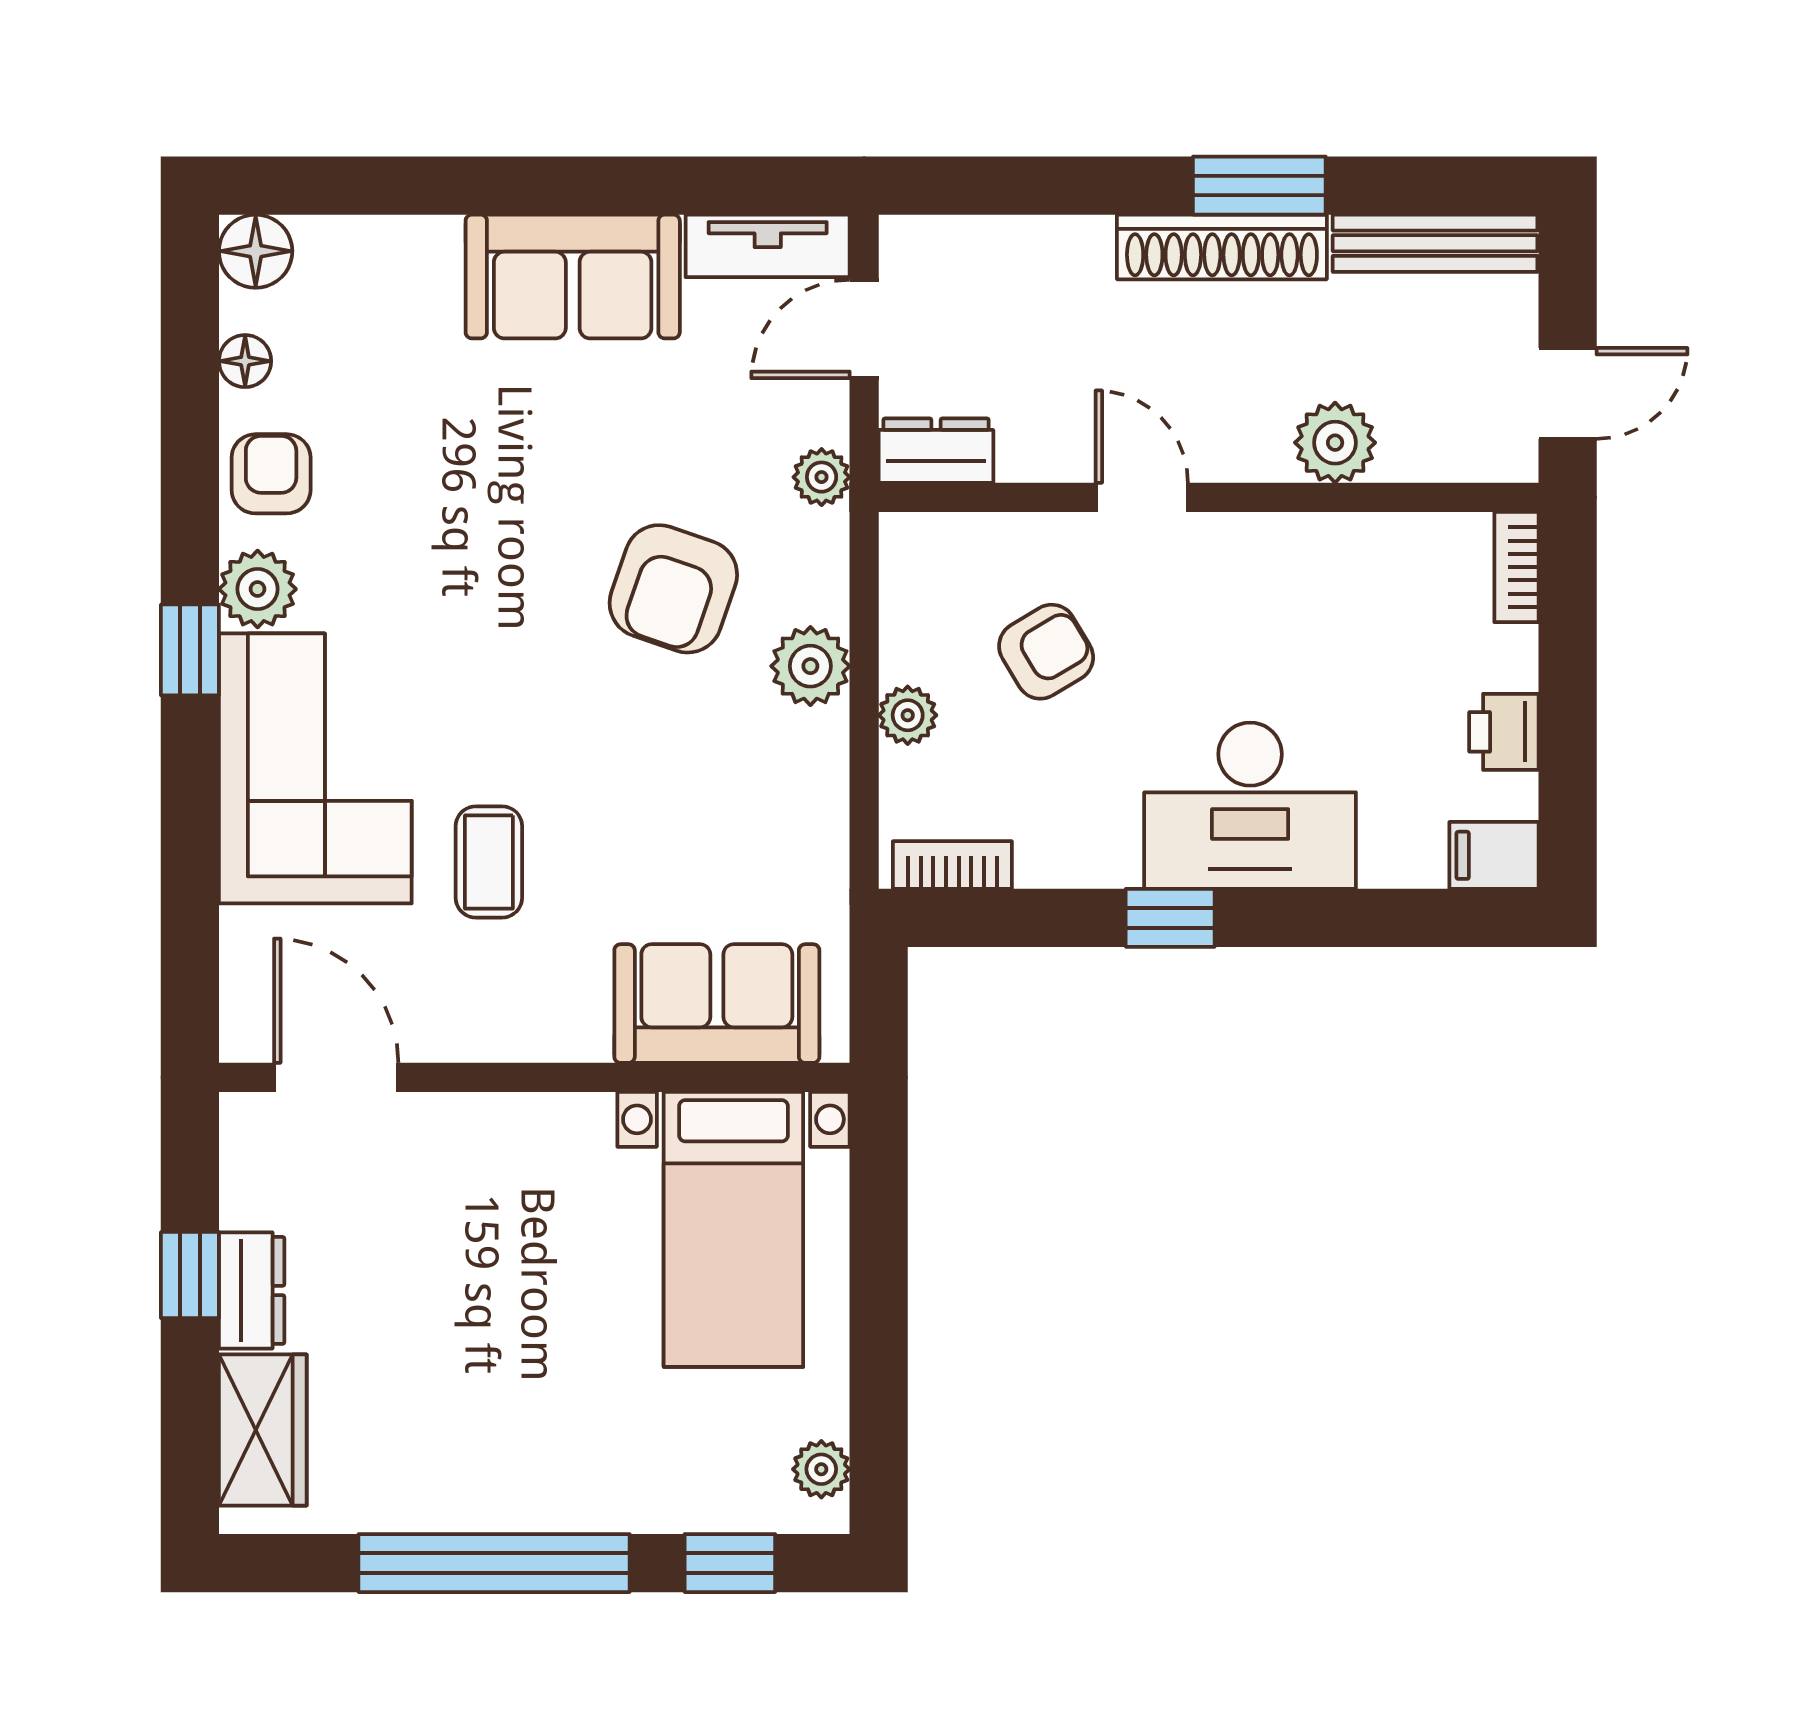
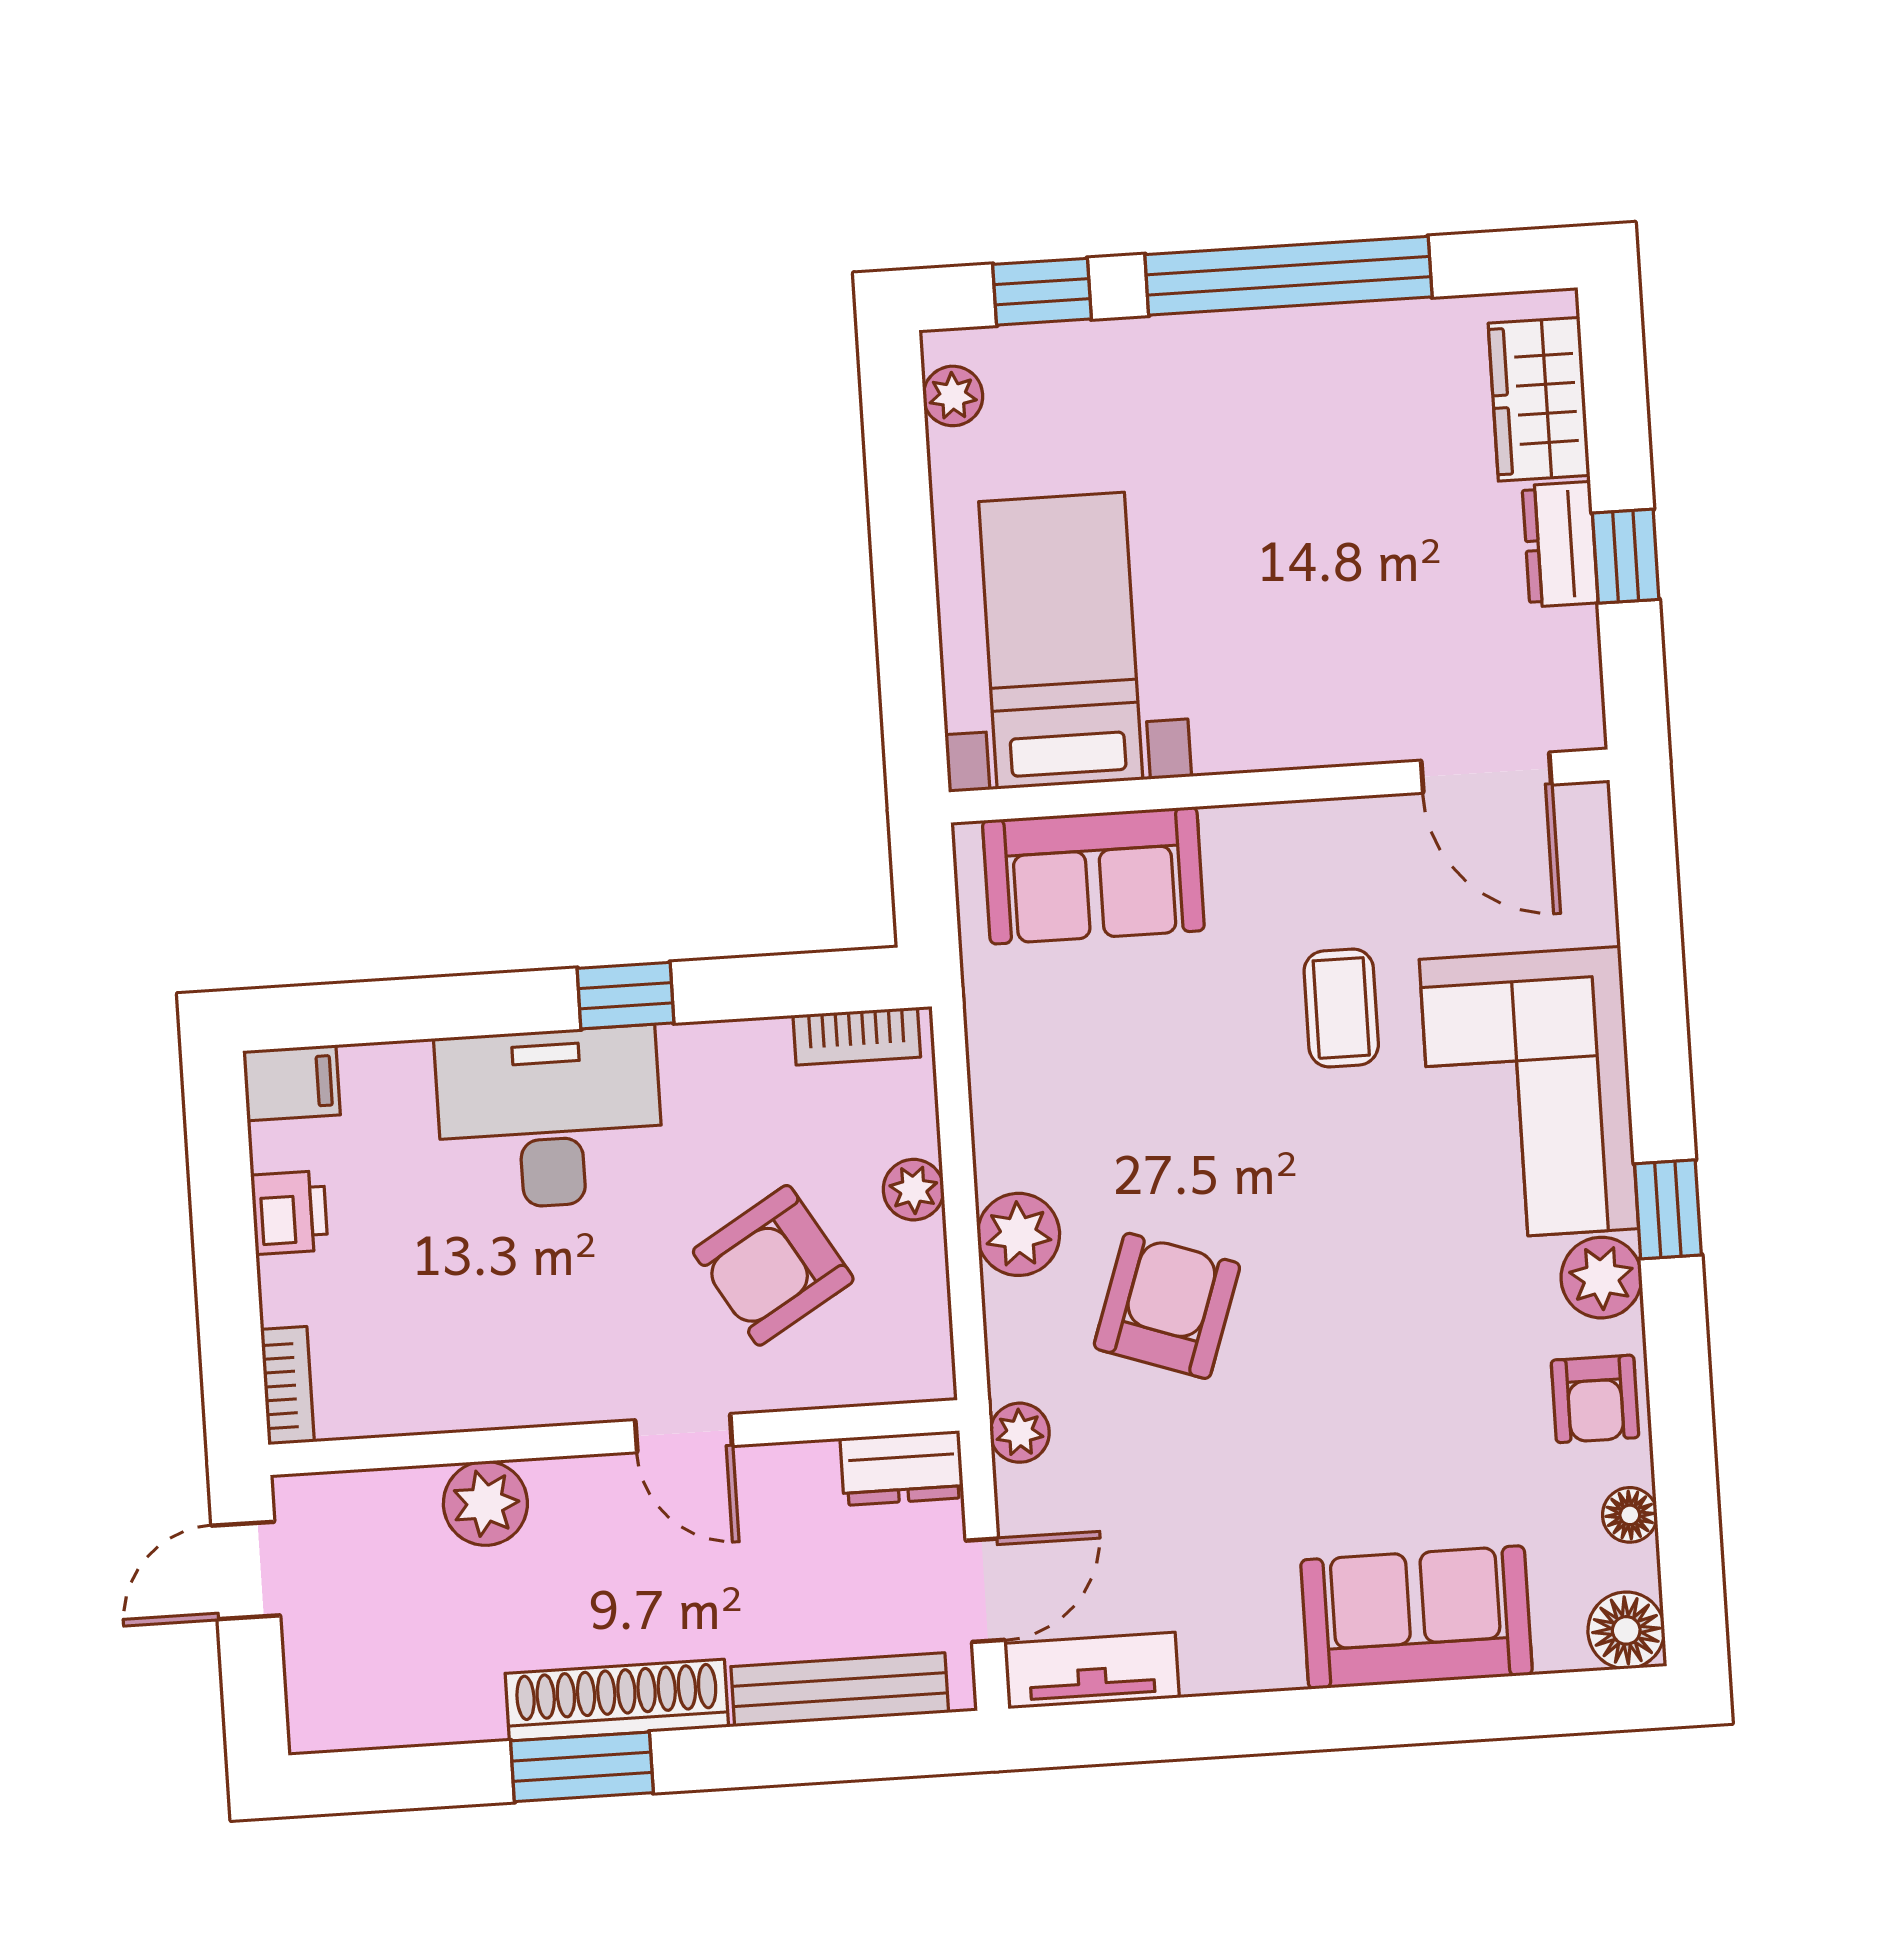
bench: (1435, 243) -> (840, 1690), moved
sofa: (573, 276) -> (1416, 1617), moved
armchair: (1046, 652) -> (773, 1265), width x1.38, depth x1.38

